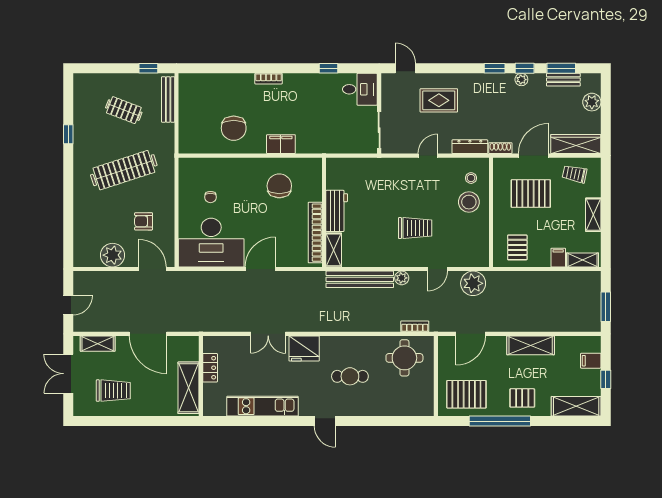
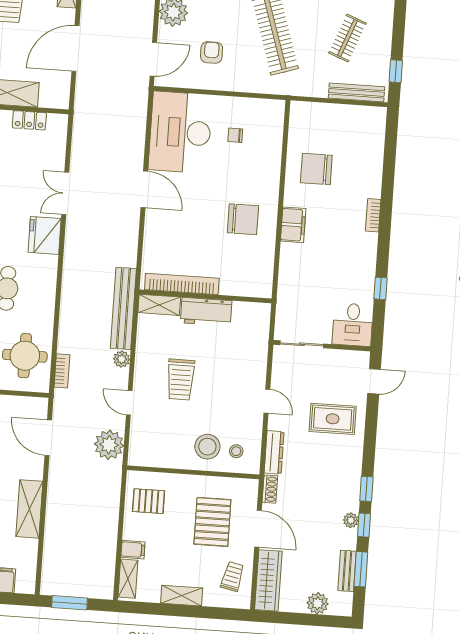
rug: (439, 100) -> (333, 419), turned 90
workbench: (337, 211) -> (206, 312), moved
wall: (324, 212) -> (205, 296), moved
bookcase: (315, 233) -> (182, 284), moved
shelving: (334, 250) -> (159, 305), moved

